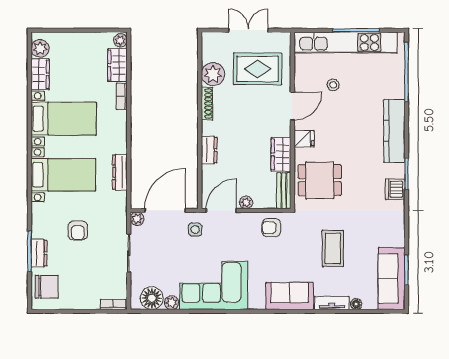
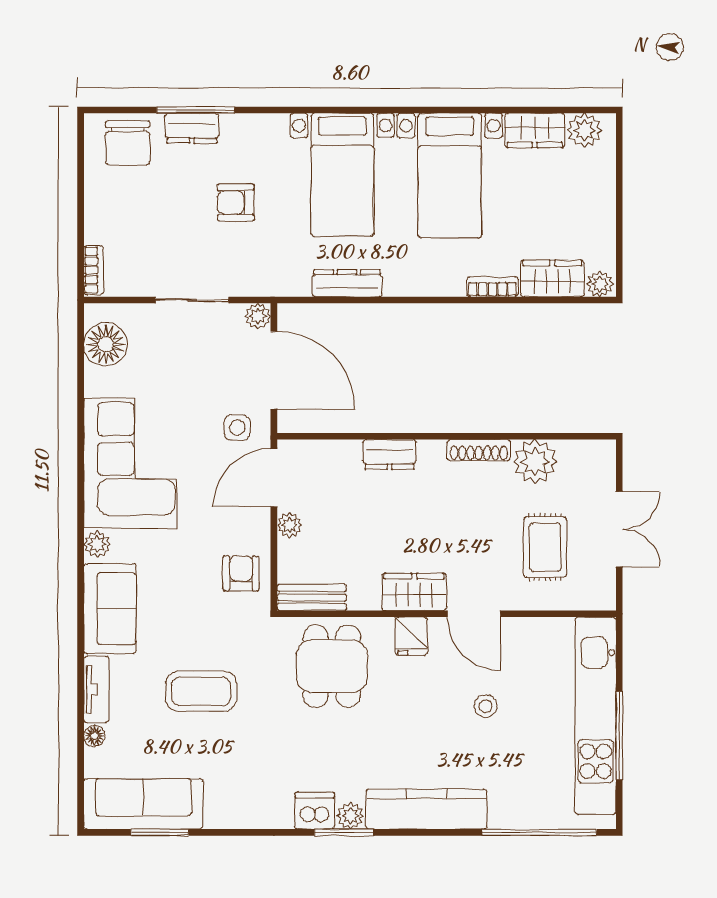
rug: (258, 69) -> (545, 547), width x0.73, depth x0.70
stool: (333, 85) -> (486, 706), moved
wardrobe: (281, 154) -> (414, 592), moved
plant: (398, 171) -> (350, 816), added
door: (221, 210) -> (274, 478), swing flipped
plant: (171, 303) -> (97, 544), moved

